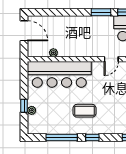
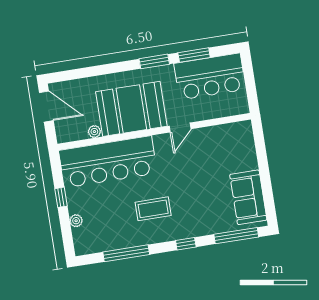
booth: (81, 42) -> (131, 109), added
window: (24, 106) -> (61, 197), moved
window: (92, 138) -> (186, 244), moved

